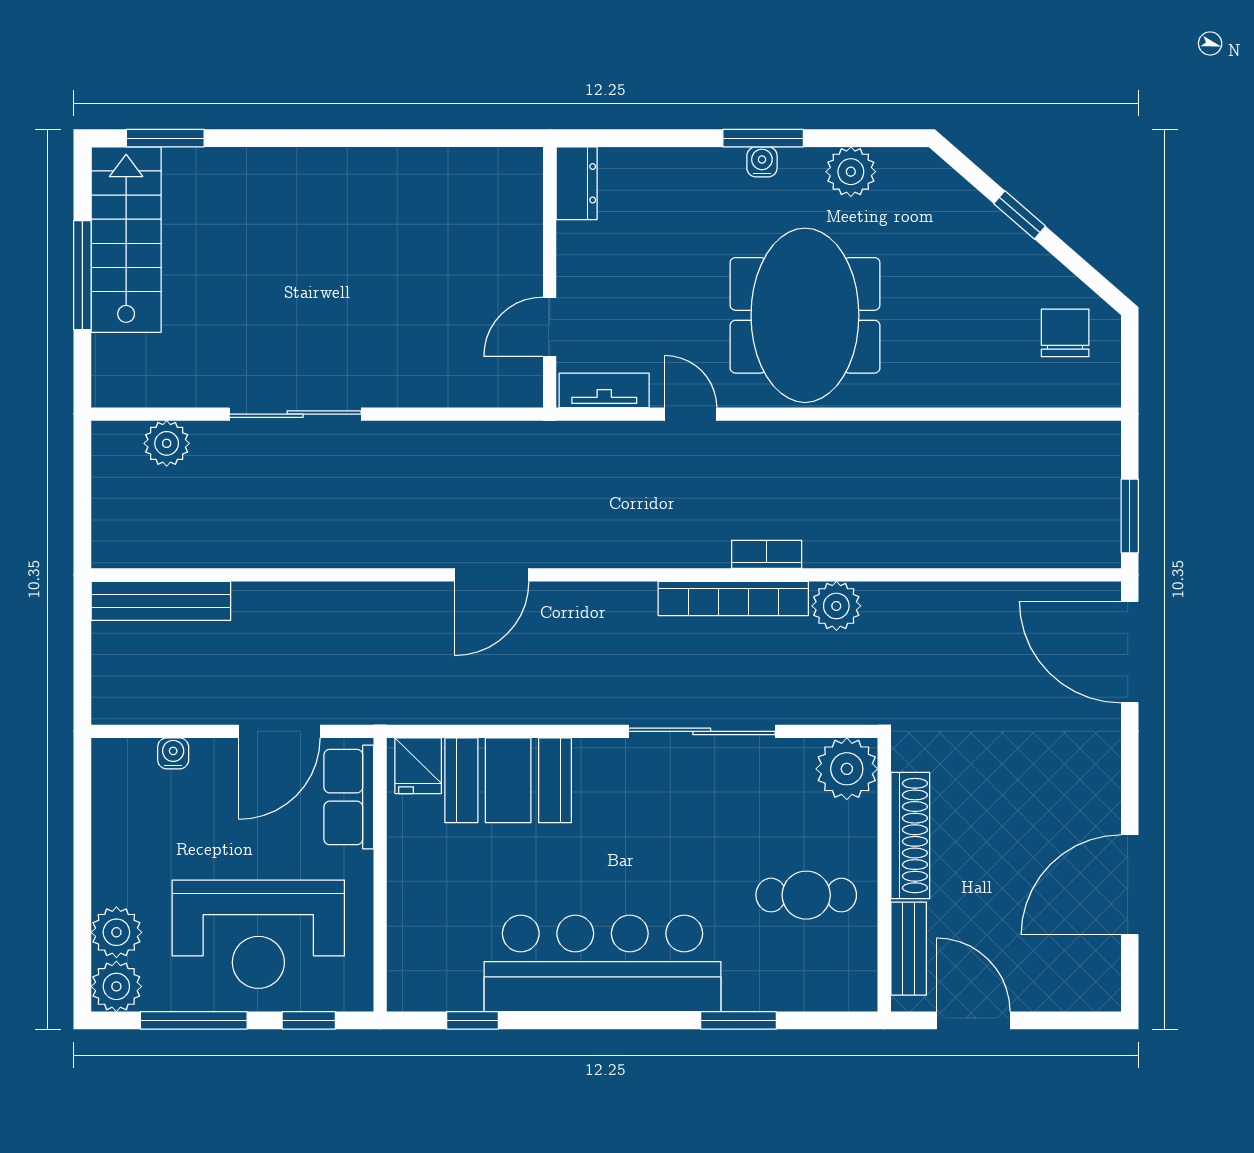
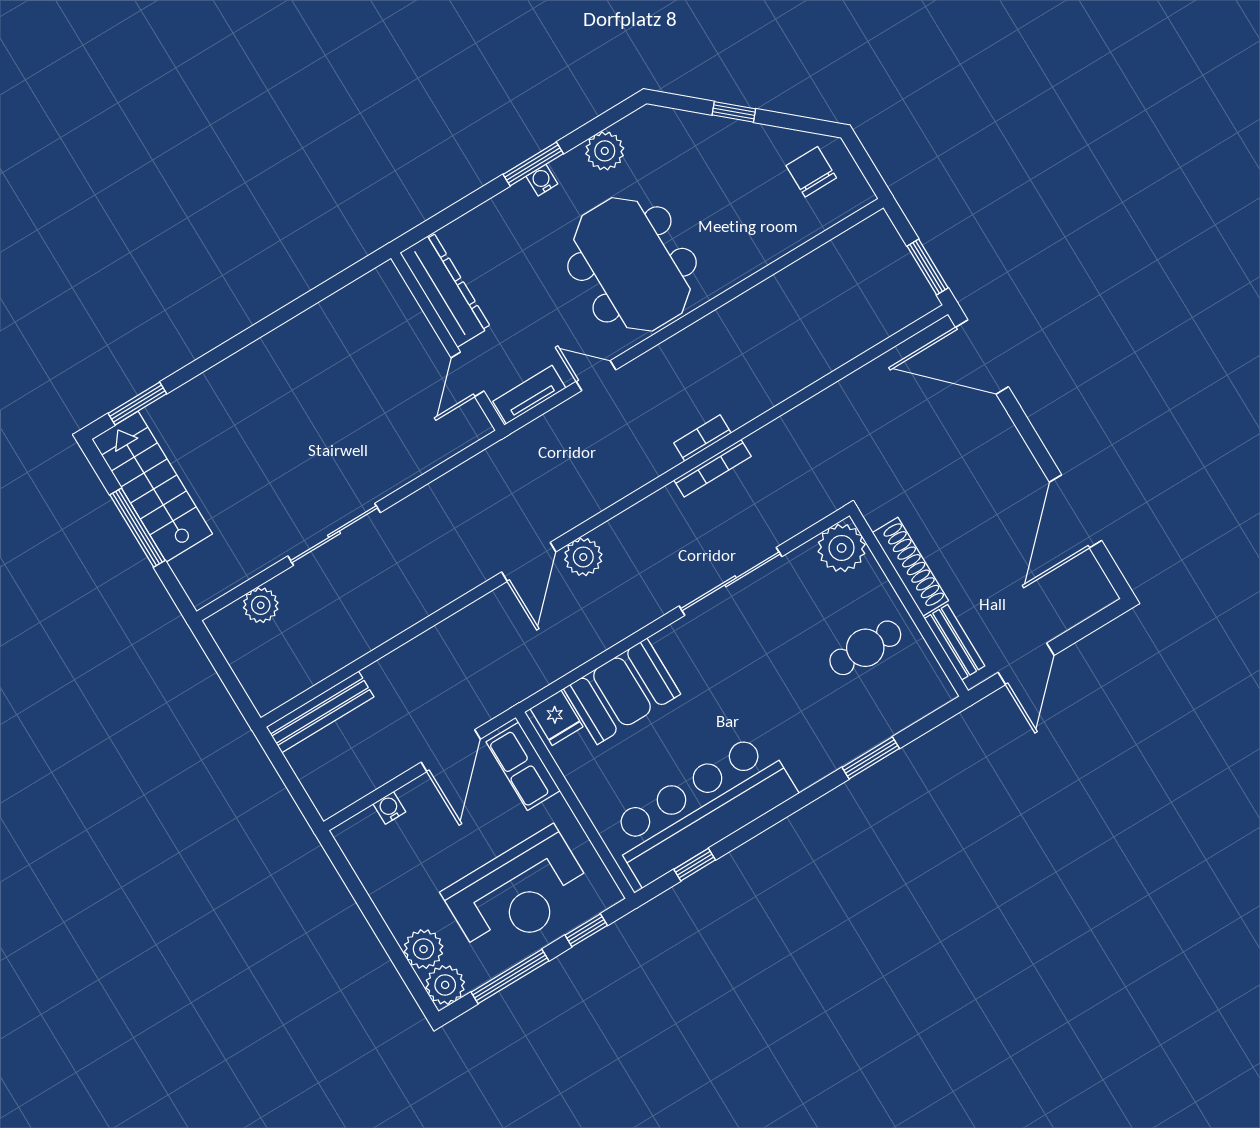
dresser: (577, 183) -> (445, 290), width x1.96, depth x1.24
bookcase: (733, 598) -> (713, 468), width x0.68, depth x0.76
plant: (836, 606) -> (583, 557), moved
bar counter: (602, 963) -> (701, 809), moved
door: (973, 1020) -> (1026, 664), swing flipped

